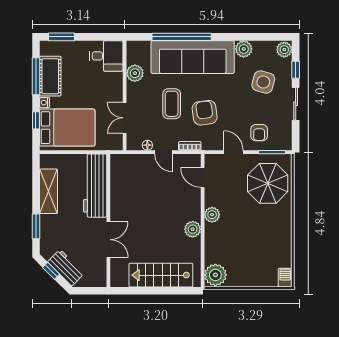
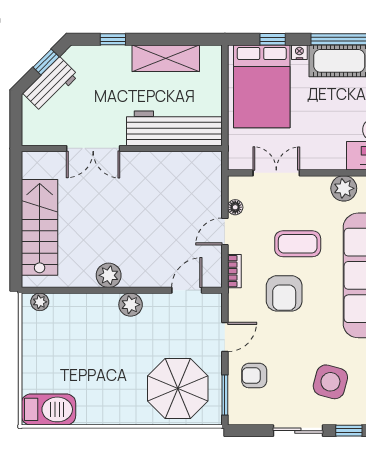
armchair: (205, 113) -> (284, 293), turned 98
window: (36, 226) -> (113, 39), width x0.67
plant: (215, 275) -> (40, 302), width x0.53, depth x0.53
barbecue: (285, 278) -> (49, 409), width x1.88, depth x1.53

